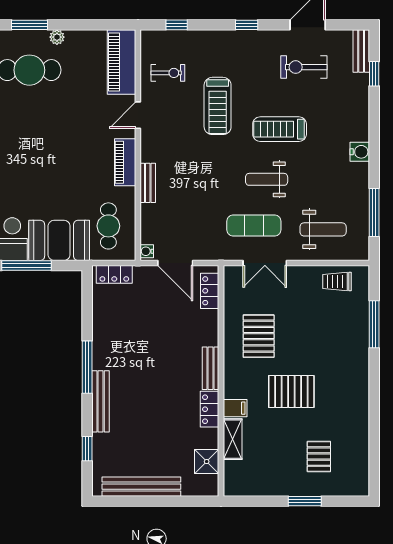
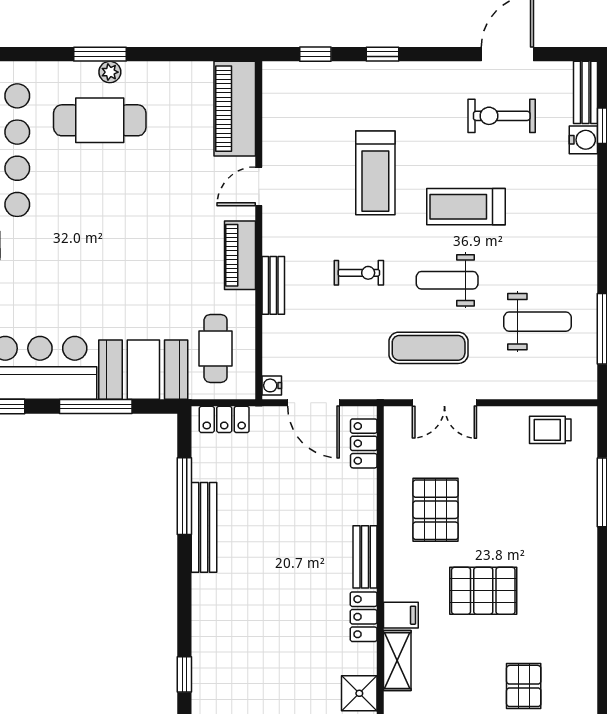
window: (247, 25) -> (382, 54), moved
plant: (57, 37) -> (110, 72), moved
exercise bike: (168, 73) -> (359, 273), moved
water cooler: (360, 152) -> (583, 140), moved
weight bench: (323, 229) -> (538, 322), moved
window: (87, 367) -> (184, 496), moved
bench: (101, 401) -> (204, 527), moved

